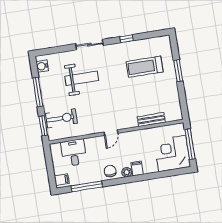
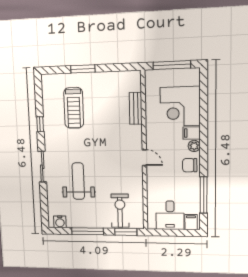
desk: (74, 153) -> (170, 215), moved, turned -90
corner desk: (172, 153) -> (180, 106), moved

